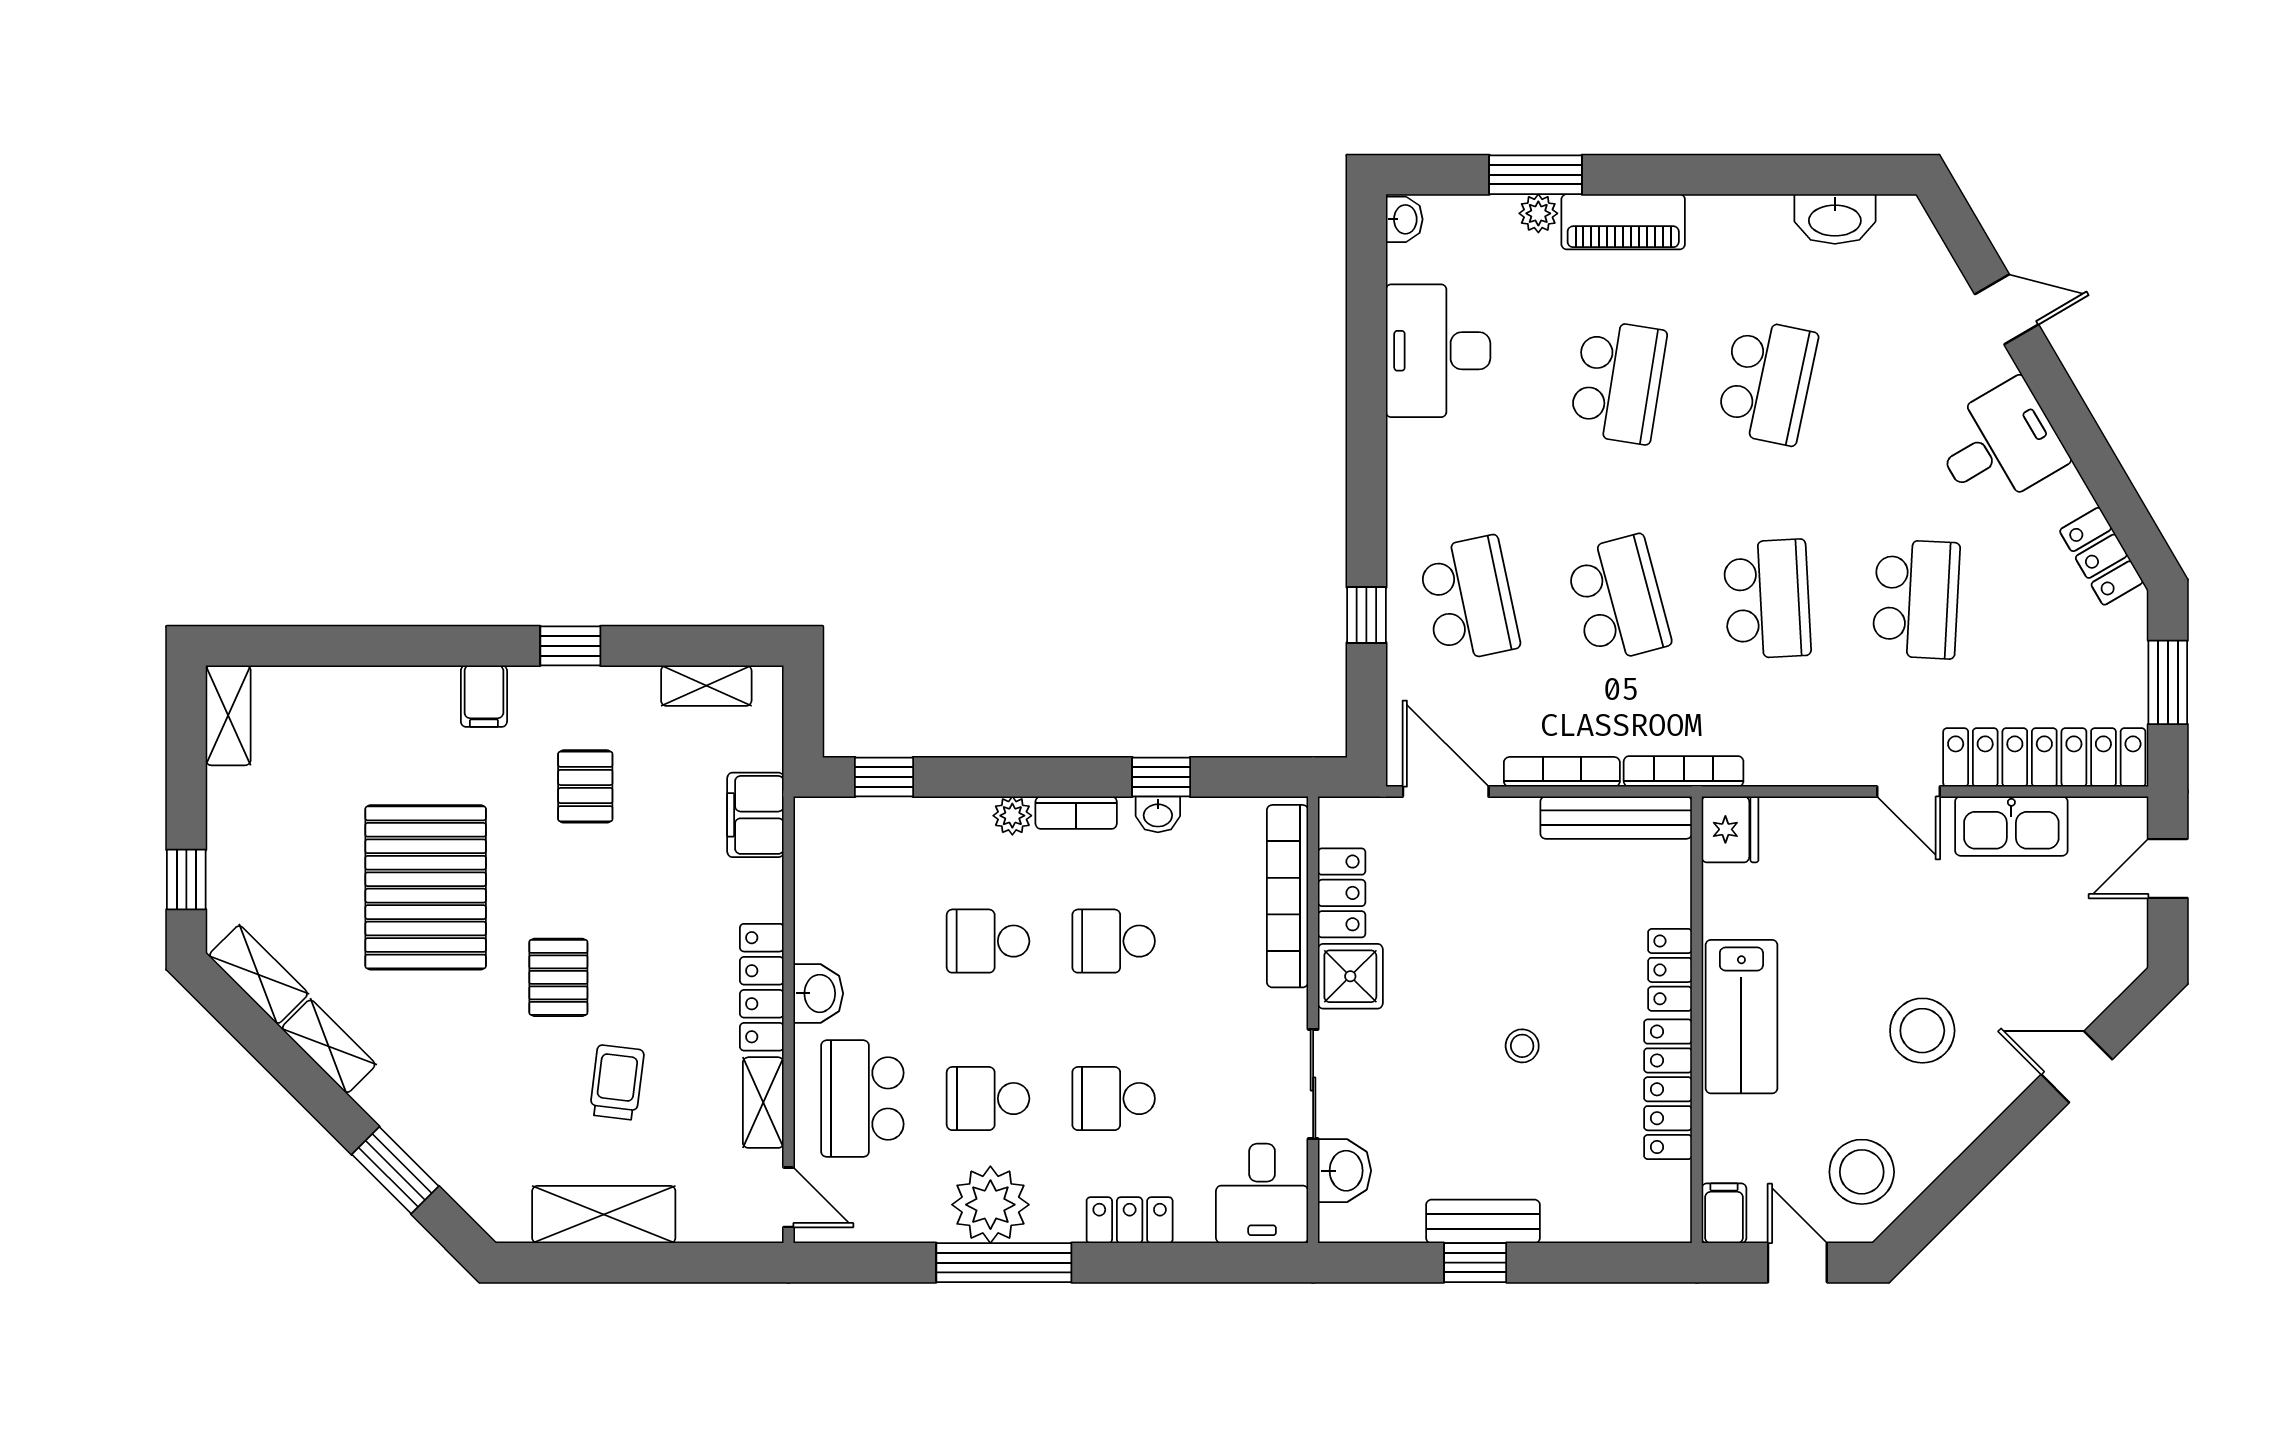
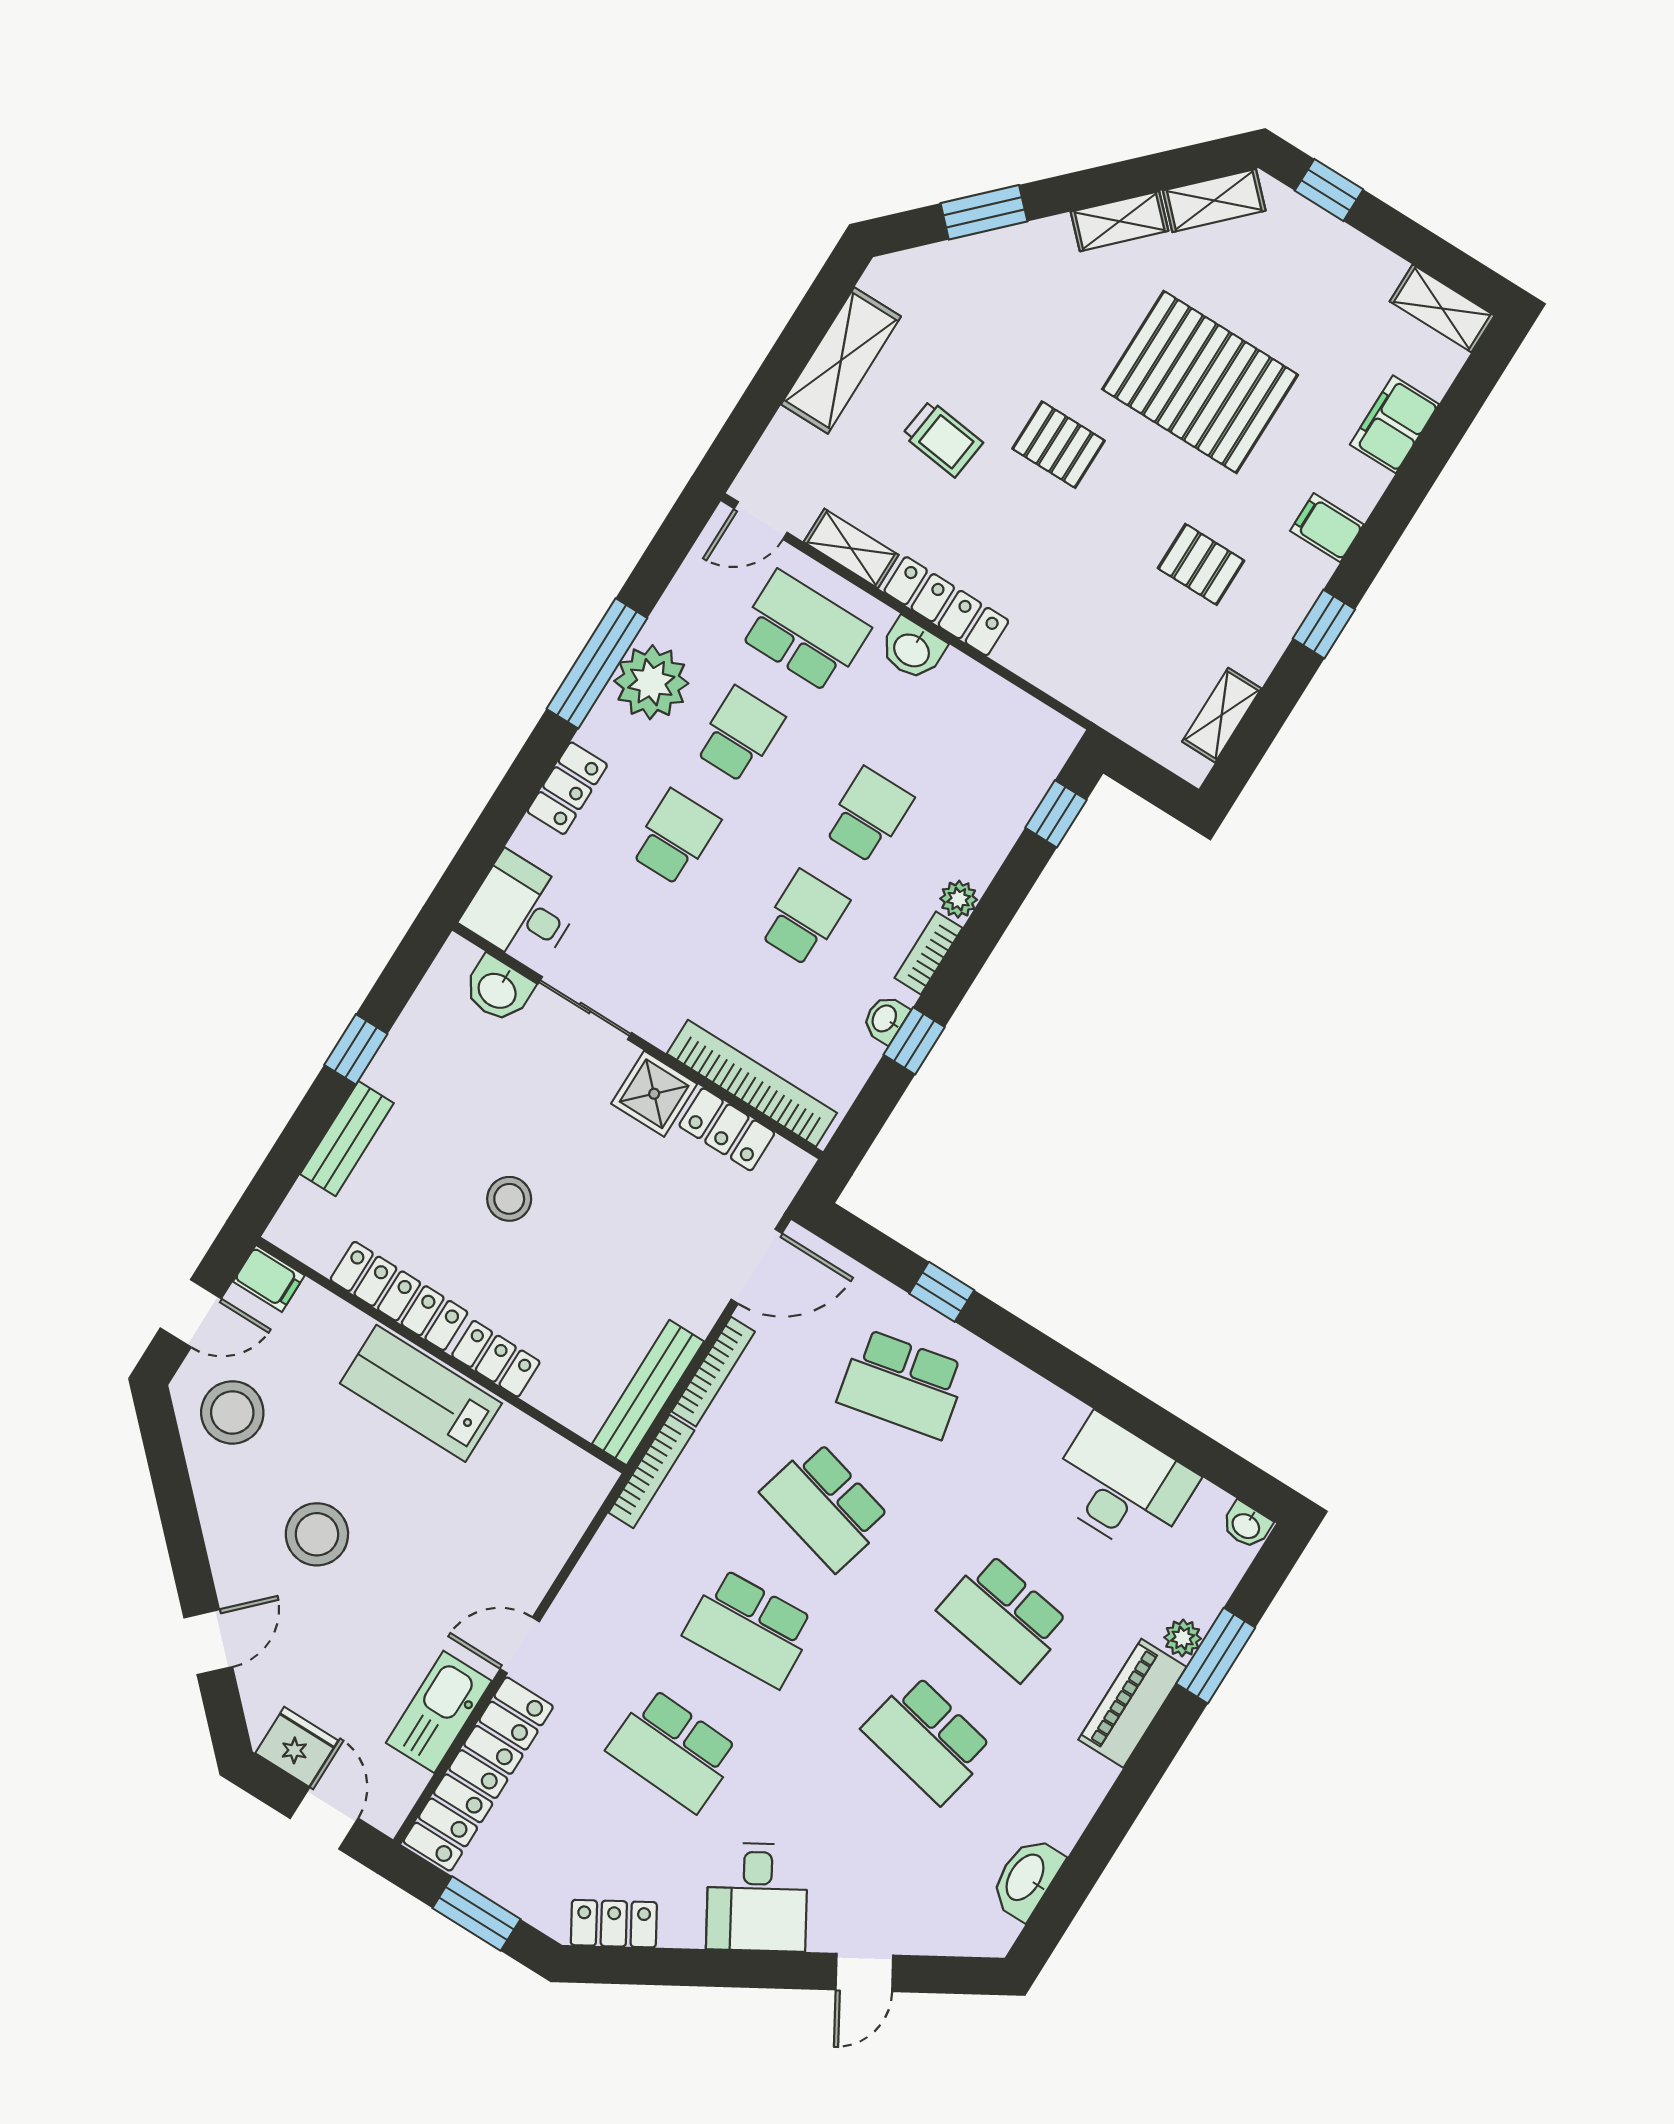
school desk: (1618, 599) -> (826, 1506), turned 30
filing cabinet: (755, 815) -> (1394, 424), moved, turned -90
fridge: (1730, 829) -> (297, 1747), moved, turned 180
stool: (1522, 1046) -> (509, 1199), width x1.37, depth x1.37
bench: (1483, 1221) -> (347, 1139), moved

